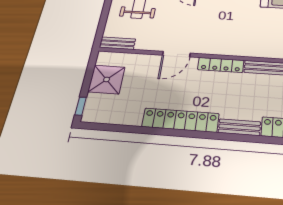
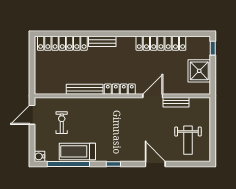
bench: (117, 43) -> (176, 102), moved
locker: (180, 120) -> (161, 43), moved

